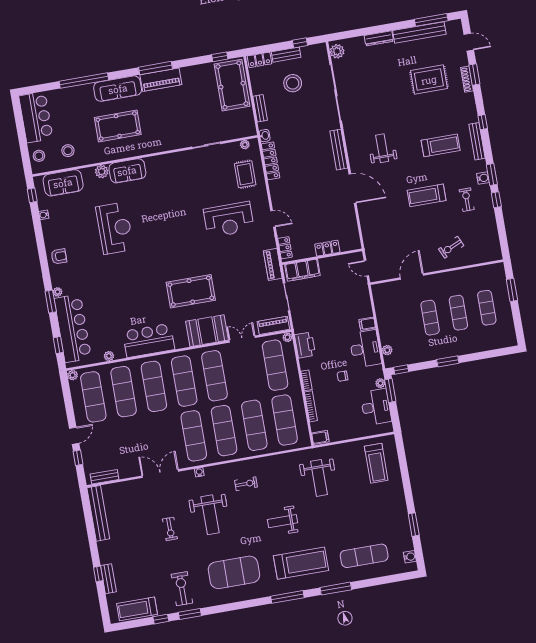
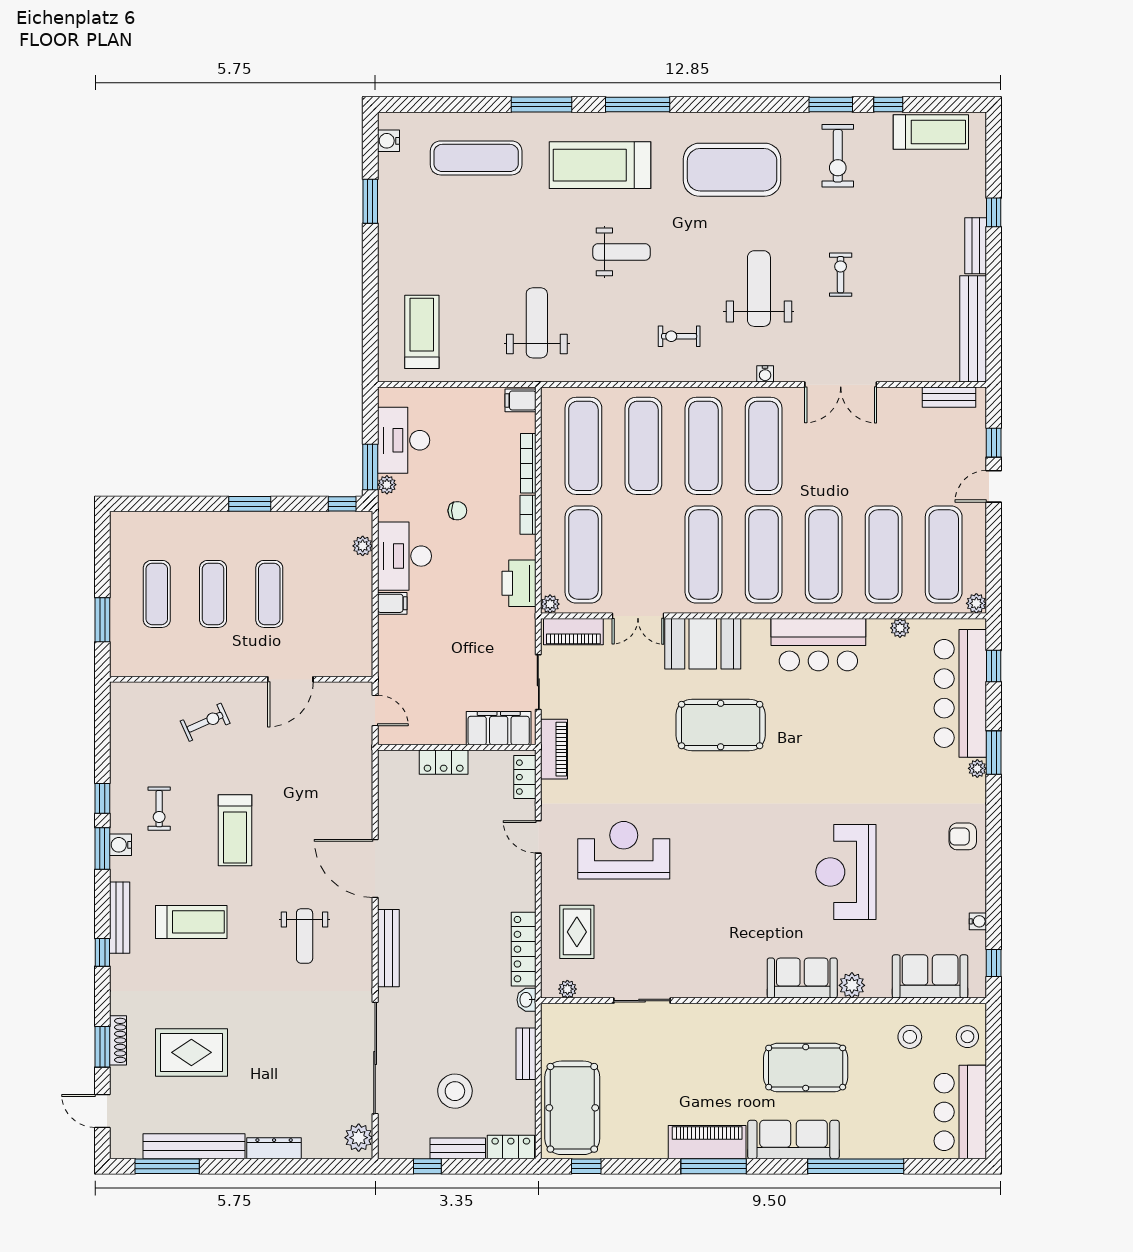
treadmill: (441, 145) -> (191, 922), turned 180
treadmill: (427, 195) -> (235, 830), turned 90
bench: (108, 579) -> (976, 246), moved

